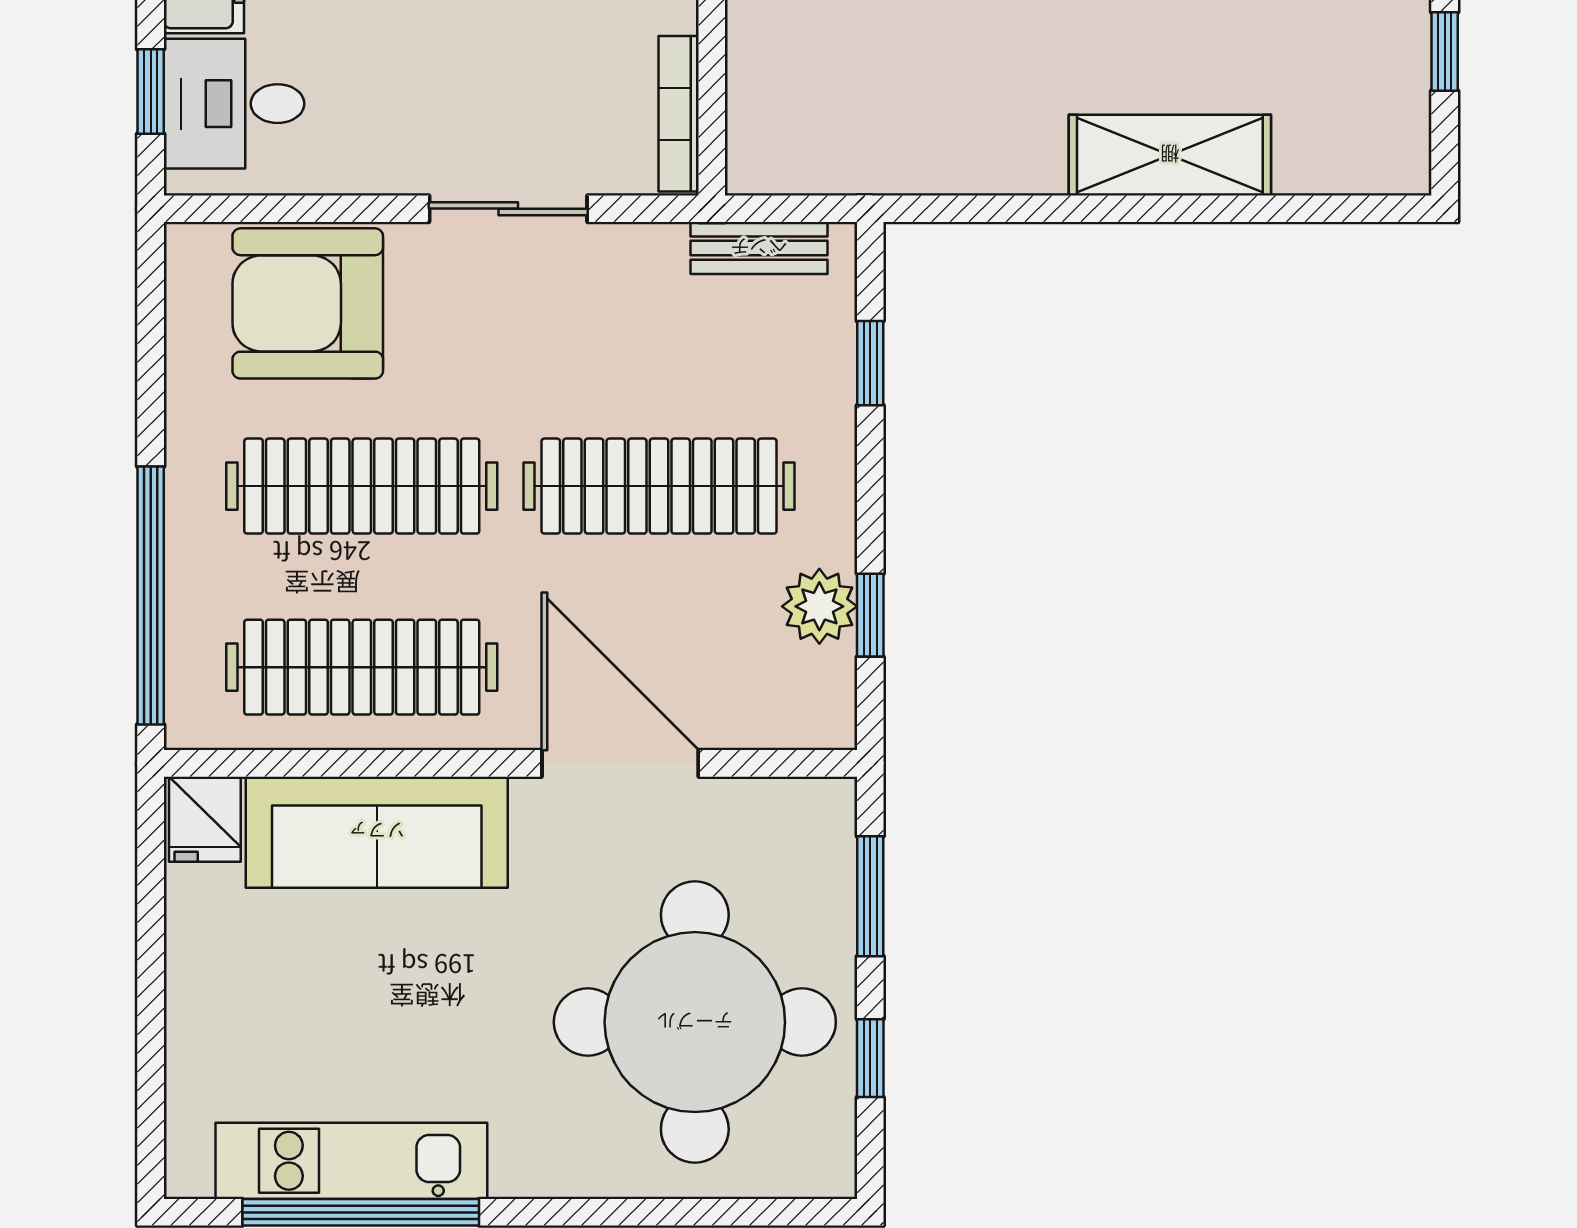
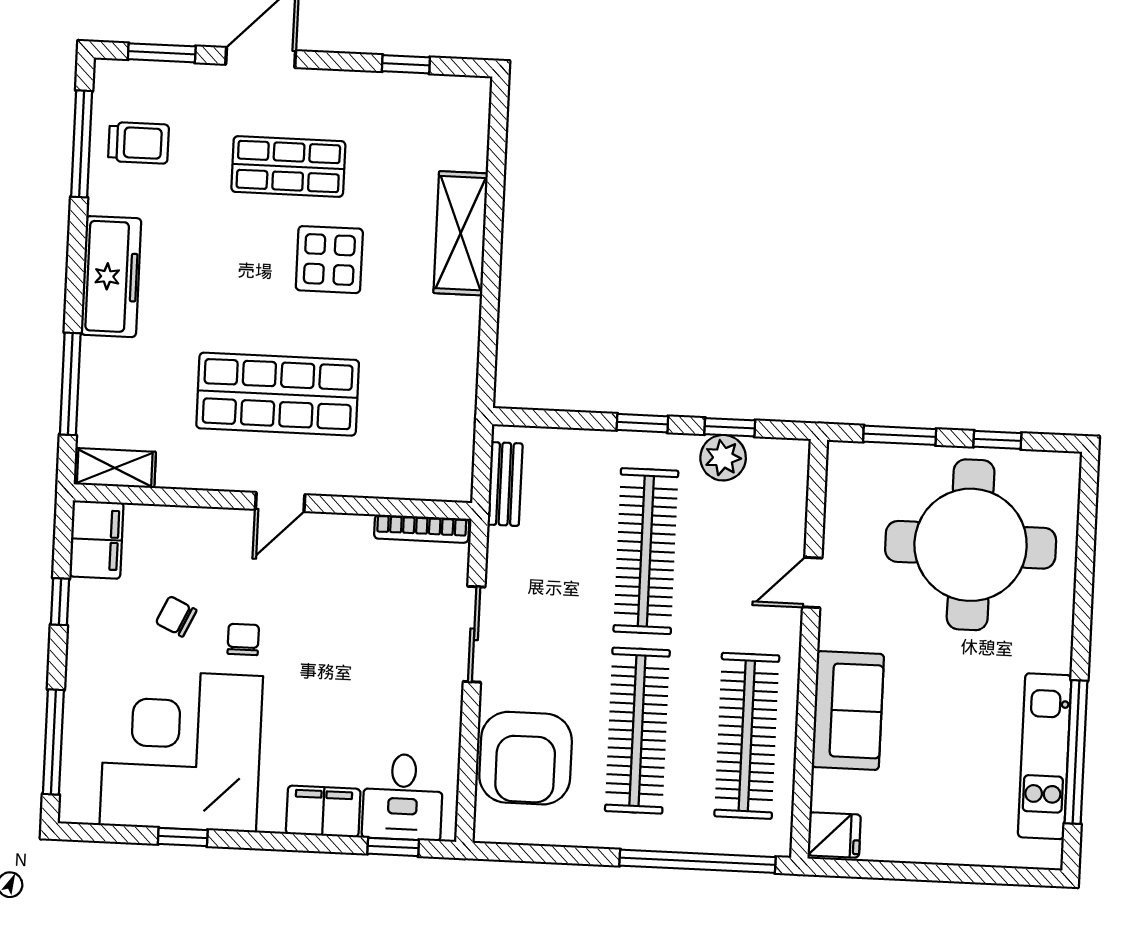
window: (870, 363) -> (642, 423), moved
door: (620, 763) -> (812, 582), width x0.53
sofa: (377, 832) -> (848, 711), width x0.73

